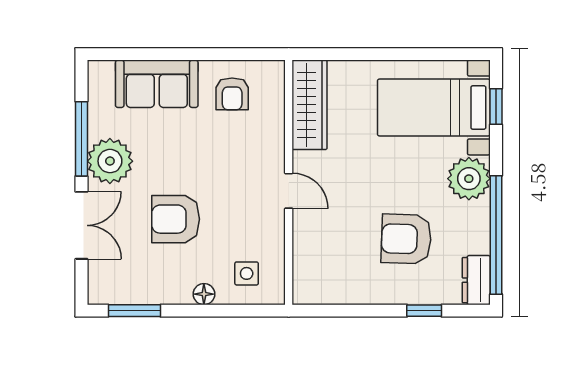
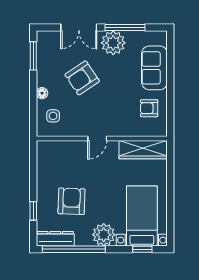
armchair: (176, 219) -> (82, 78), turned -124
dresser: (476, 280) -> (55, 239), width x1.44

